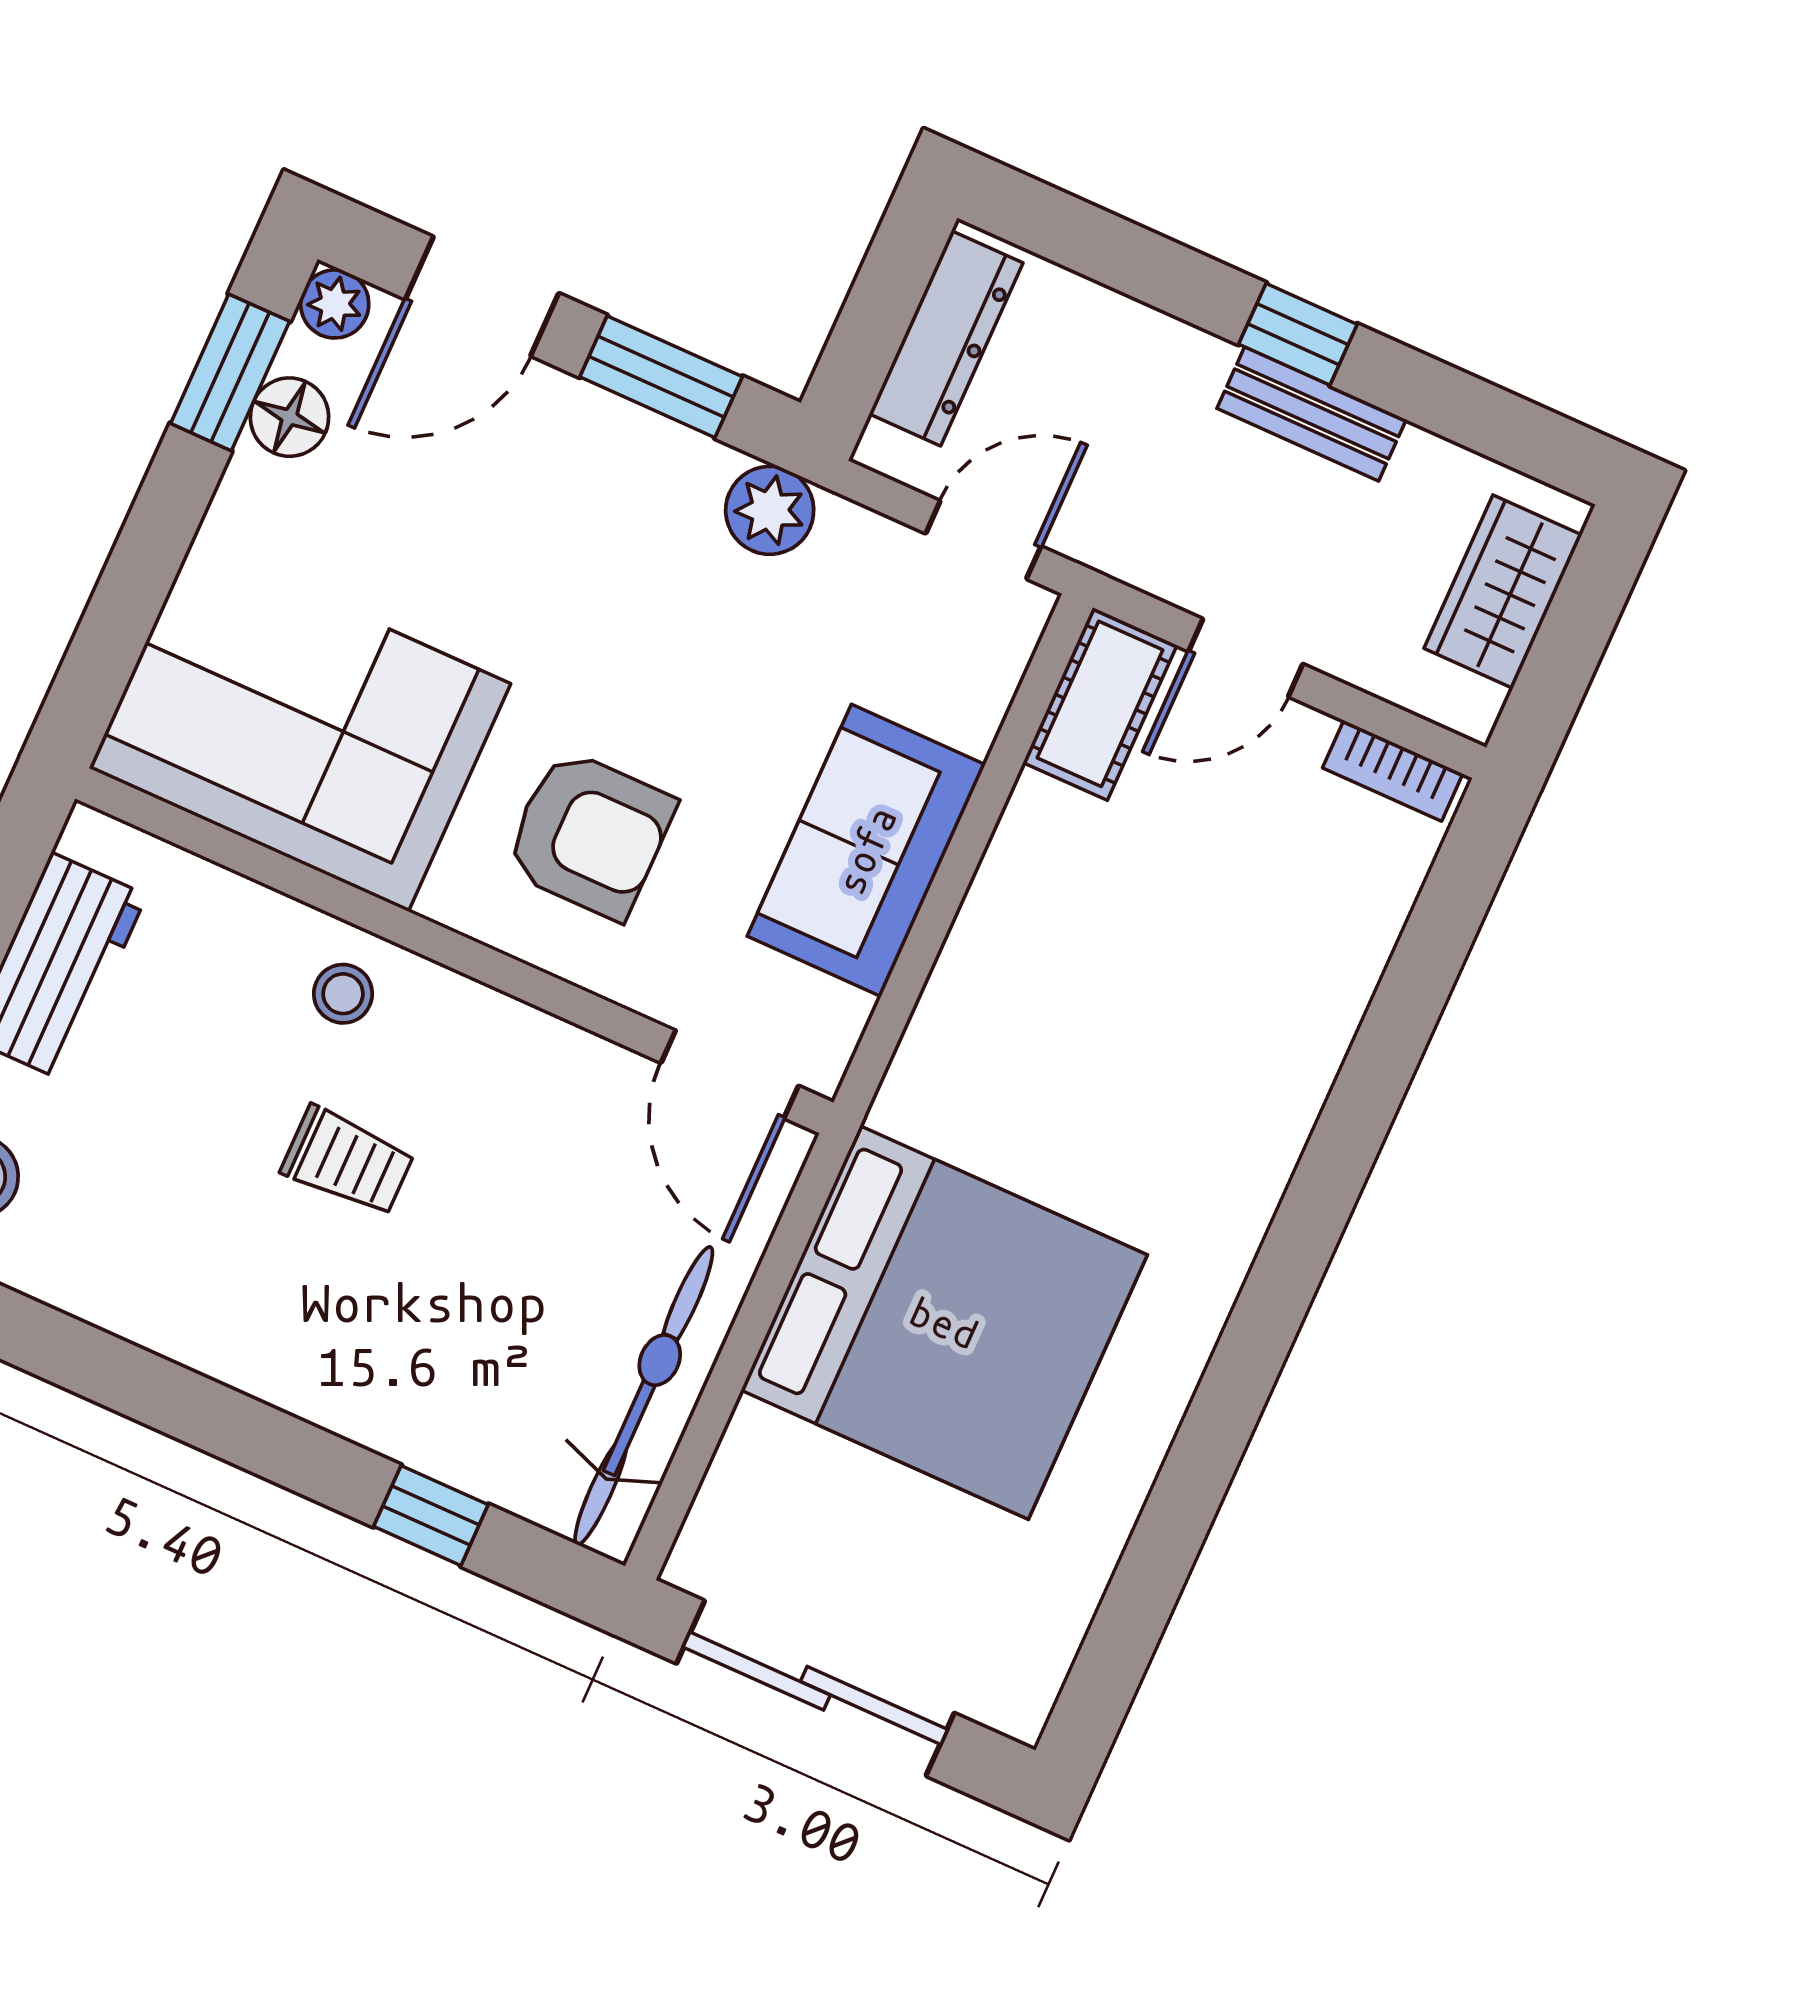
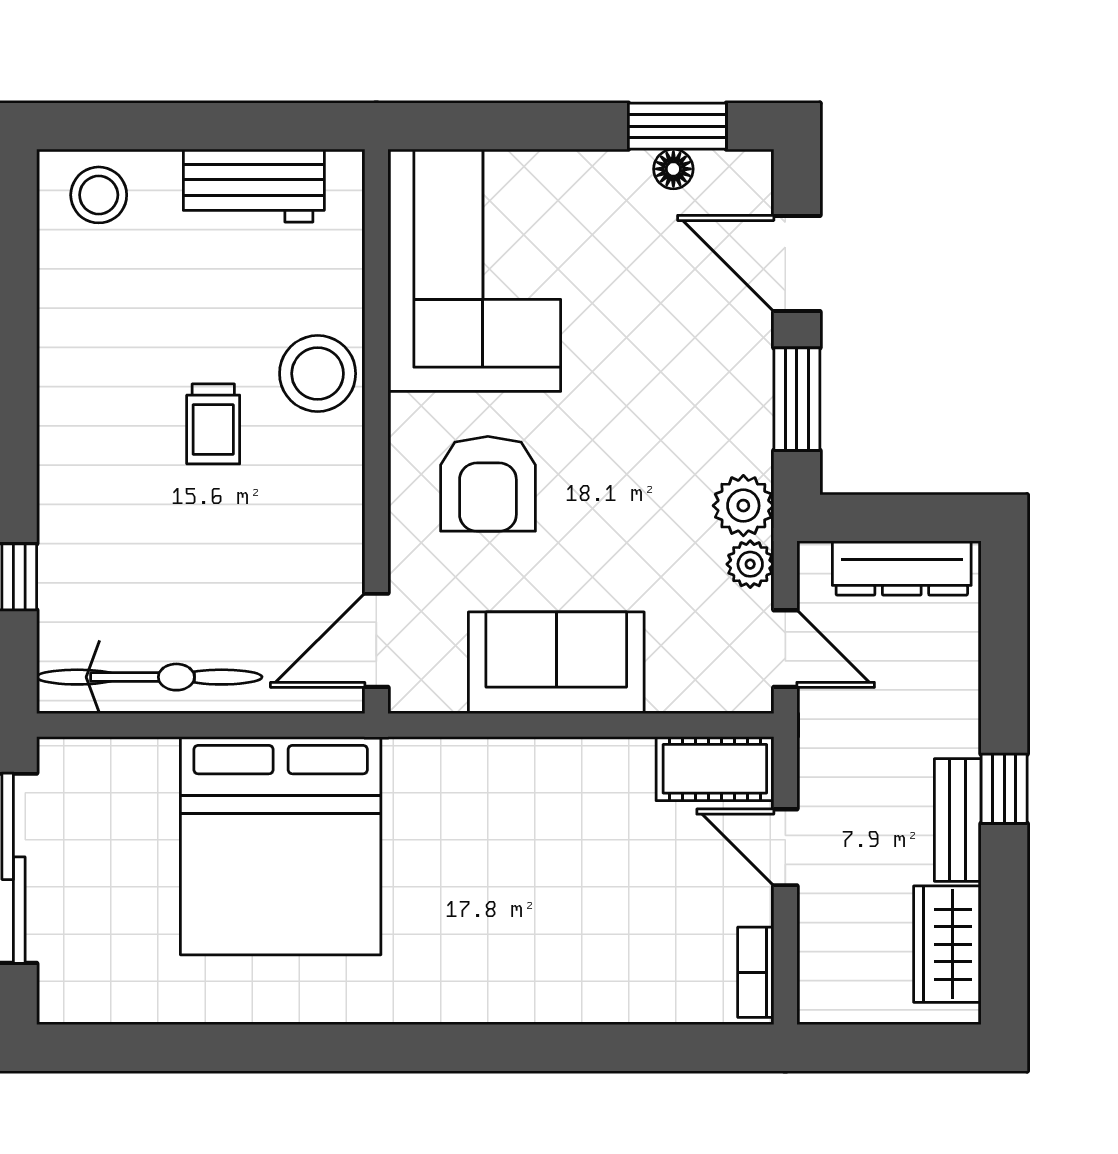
plant: (335, 304) -> (750, 564), moved
floor lamp: (289, 417) -> (673, 169), width x0.73, depth x0.73
wardrobe: (1503, 592) -> (947, 944), moved, turned -90
stool: (343, 994) -> (318, 374), width x1.89, depth x1.89

